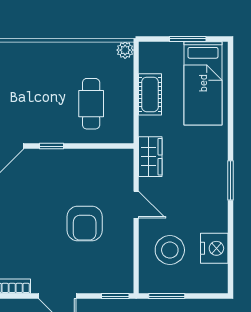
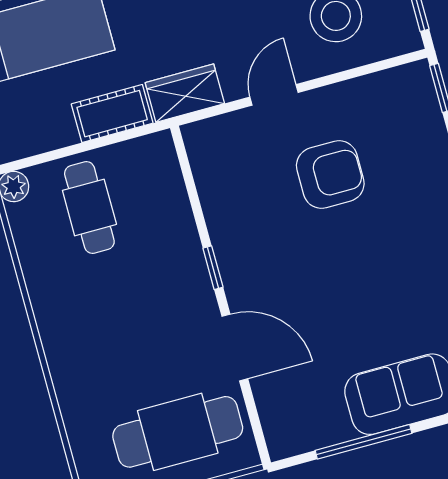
cot: (150, 94) -> (112, 114), moved
cafe table: (91, 104) -> (89, 207), moved, turned 90

